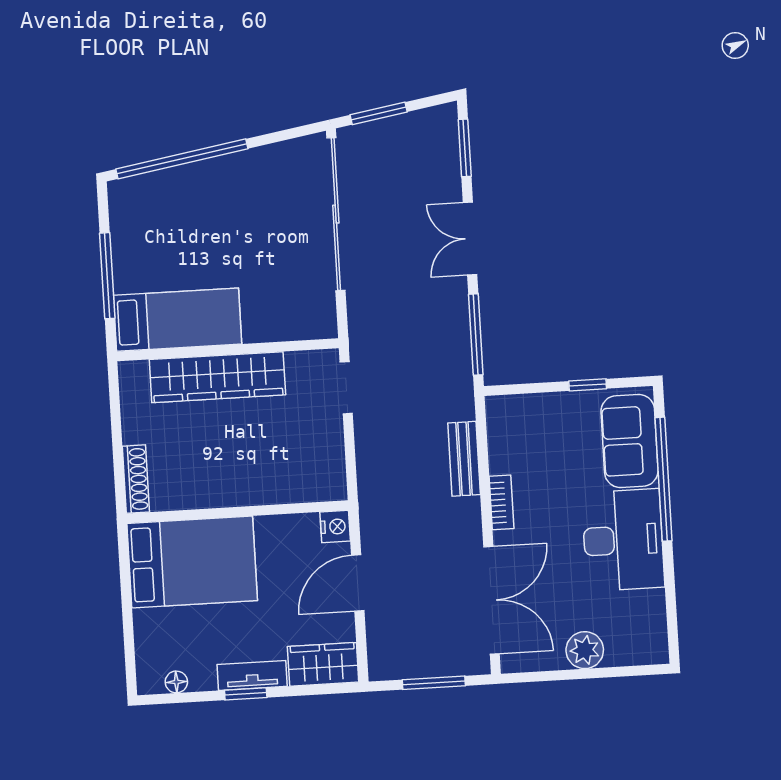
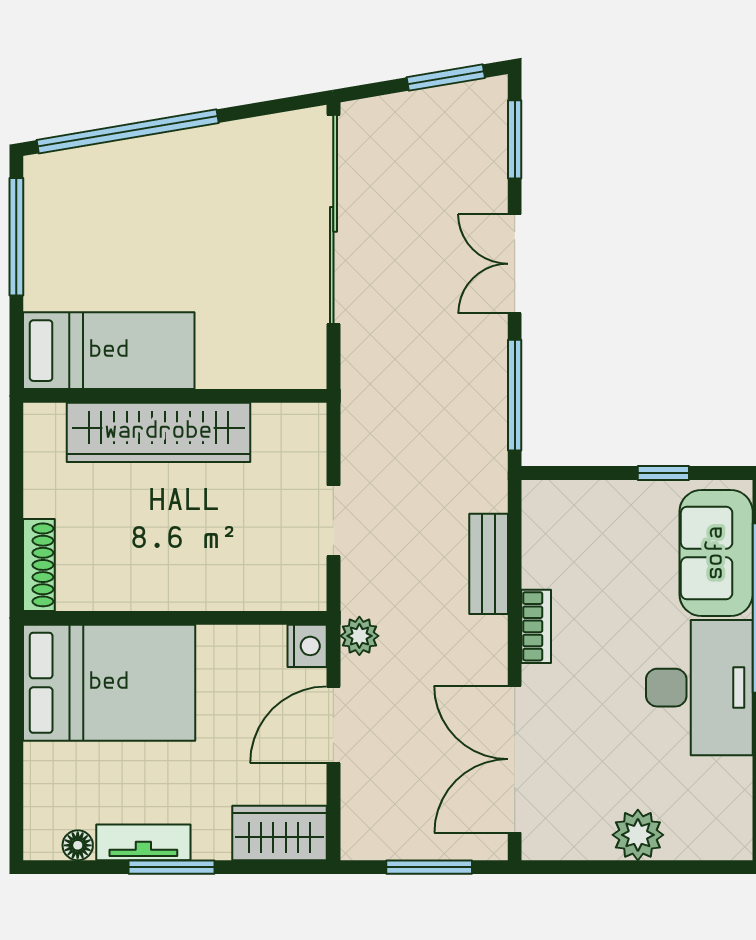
window: (379, 113) -> (446, 78), moved
window: (107, 276) -> (16, 237), moved
doorway: (346, 388) -> (333, 521), moved
plant: (373, 517) -> (359, 636), added
double door: (492, 600) -> (515, 759), swing flipped
tv unit: (252, 675) -> (143, 842), moved
window: (246, 694) -> (171, 867), width x1.50

